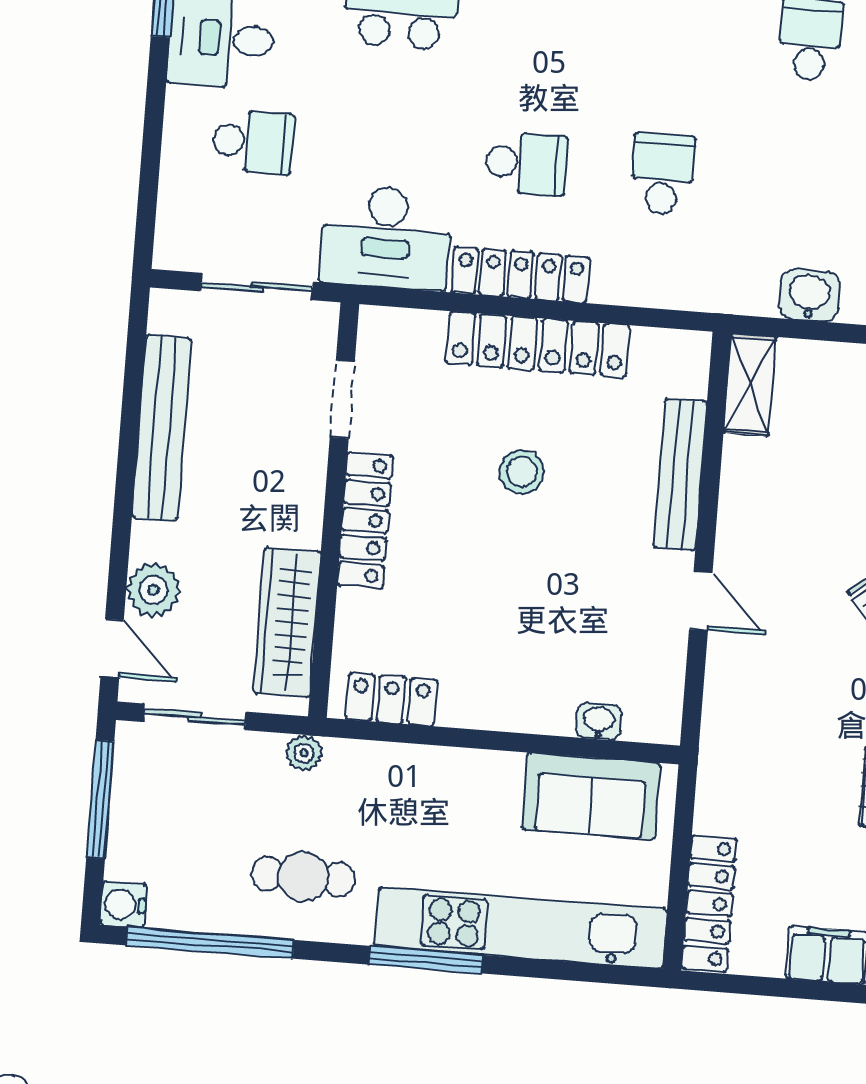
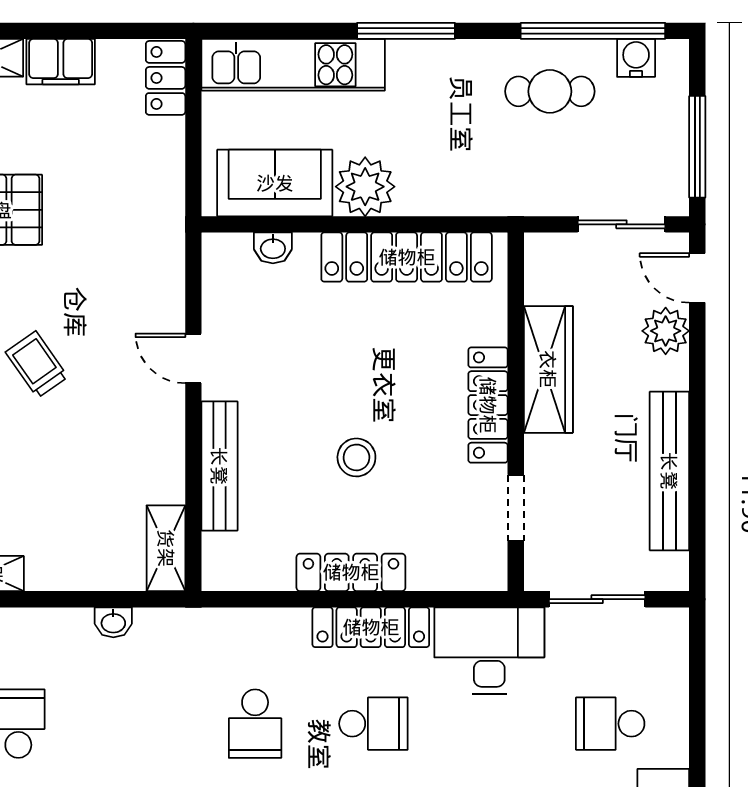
school desk: (526, 163) -> (373, 724), turned 180
washbasin: (809, 295) -> (113, 622), width x0.72, depth x0.69
locker: (538, 344) -> (351, 572), width x0.71, depth x0.83
wardrobe: (287, 622) -> (548, 369), moved
locker: (391, 699) -> (407, 257), width x2.16, depth x1.21
plant: (304, 753) -> (365, 187), moved, width x1.88, depth x1.88
cafe table: (303, 877) -> (550, 91), moved
locker: (709, 903) -> (166, 78), width x0.66
water cooler: (123, 904) -> (636, 58), moved, turned -90
kitchen unit: (520, 928) -> (293, 65), width x0.73

